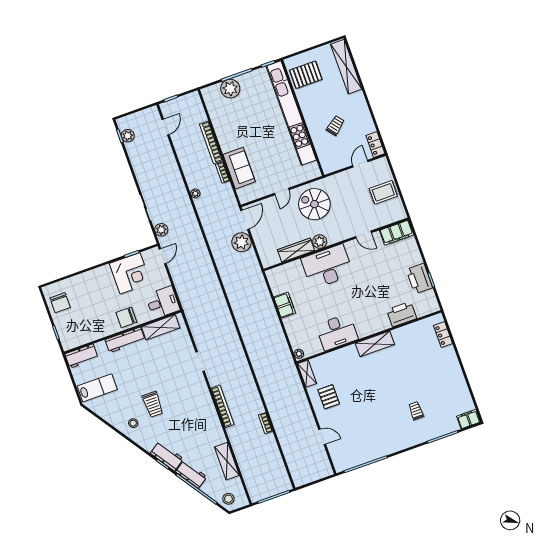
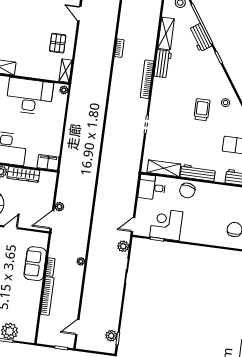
plant: (241, 242) -> (59, 207), width x0.53, depth x0.53
filing cabinet: (285, 305) -> (48, 162), moved, turned 90
chair: (126, 317) -> (187, 190), turned 102
desk: (337, 332) -> (30, 96), width x1.36, depth x1.30
workbench: (167, 456) -> (163, 64), moved, turned -146

